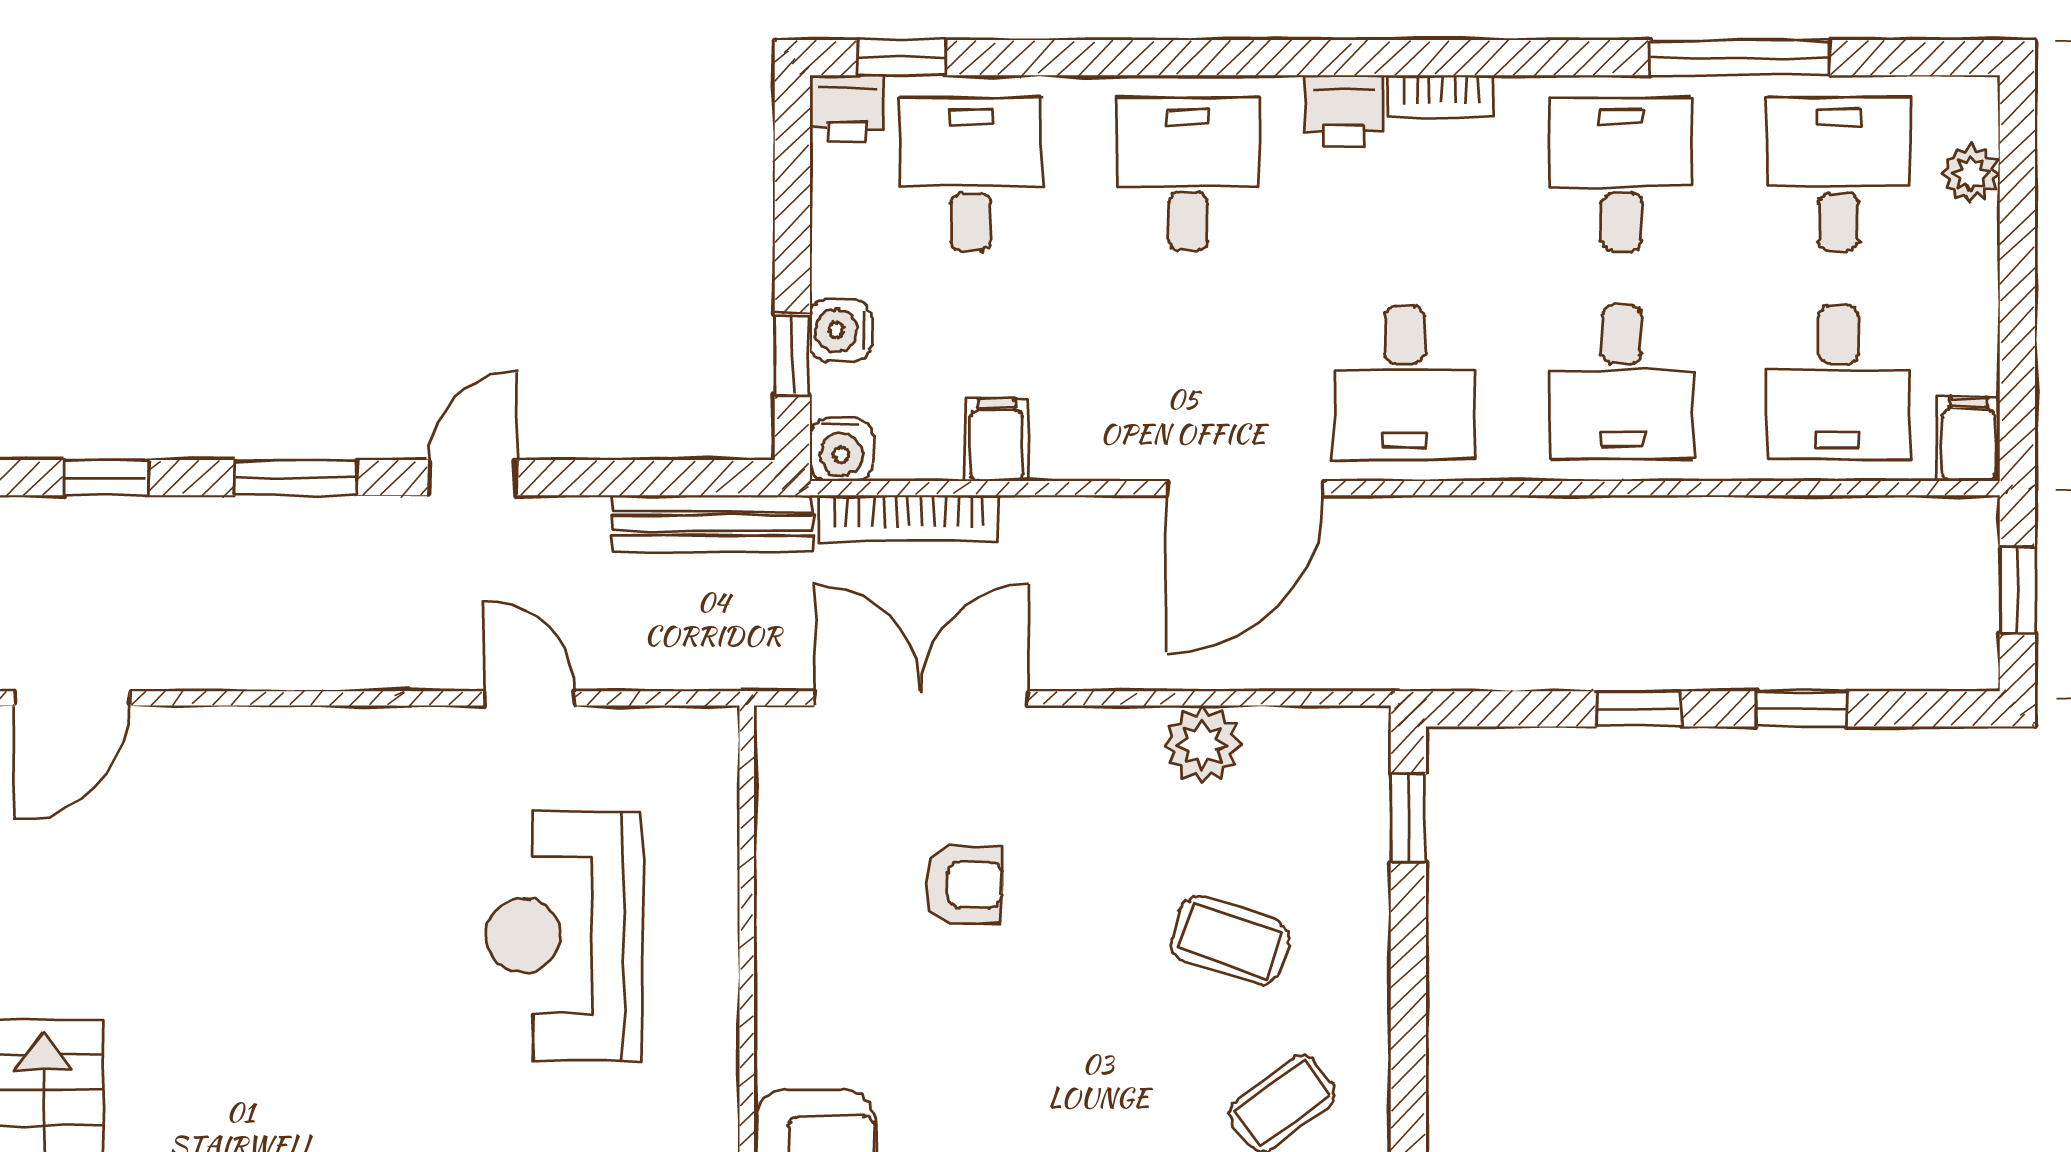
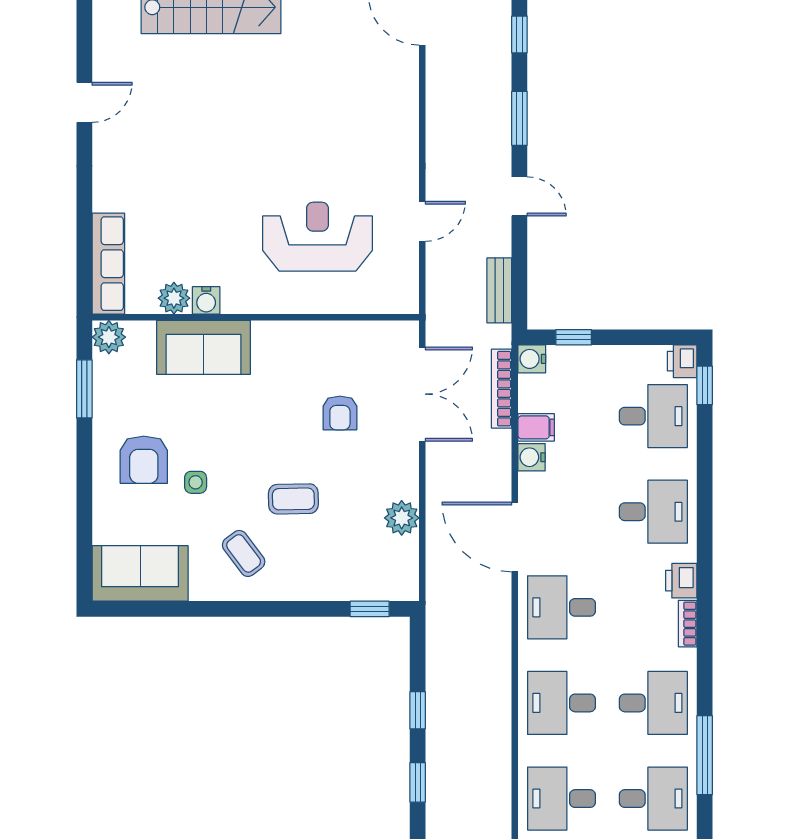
water cooler: (841, 330) -> (532, 457), moved, turned -90
bench: (713, 523) -> (499, 290), width x0.73
coffee table: (1230, 941) -> (293, 499), moved, turned 71

